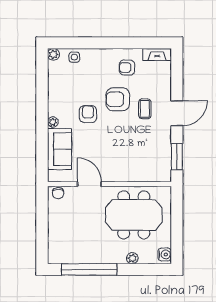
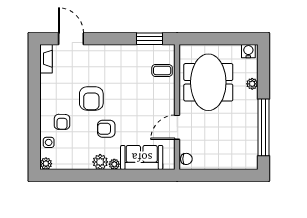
armchair: (127, 68) -> (62, 122), moved
plant: (55, 108) -> (100, 162), added
coffee table: (145, 109) -> (162, 70), moved
door: (177, 113) -> (71, 39), moved

